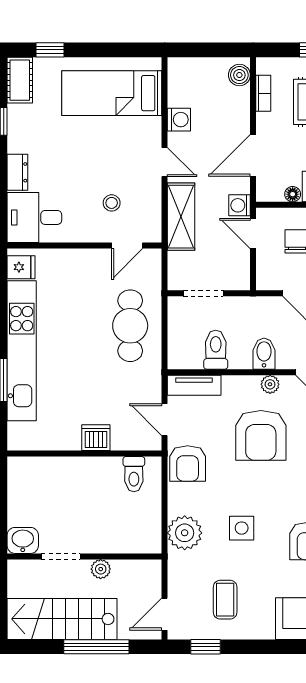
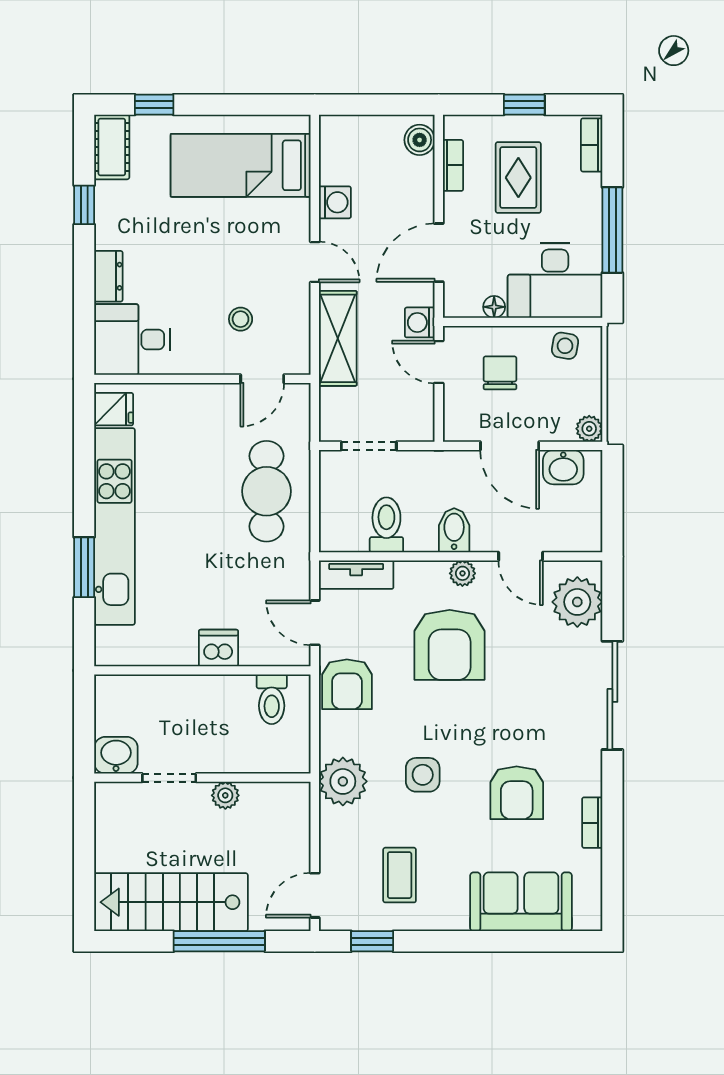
washbasin: (23, 540) -> (116, 755), moved
doorway: (61, 556) -> (169, 778), moved
wall: (84, 556) -> (202, 778), moved
plant: (101, 569) -> (225, 795), moved

